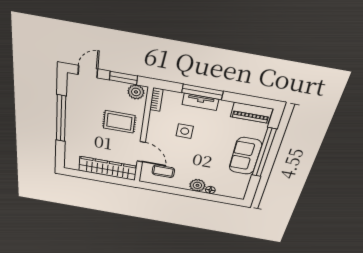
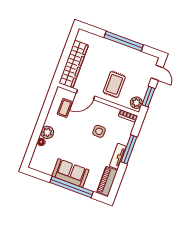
tv unit: (200, 102) -> (118, 156), moved

